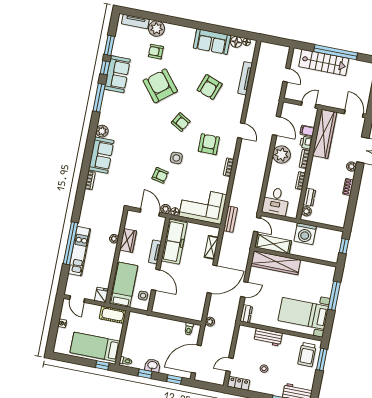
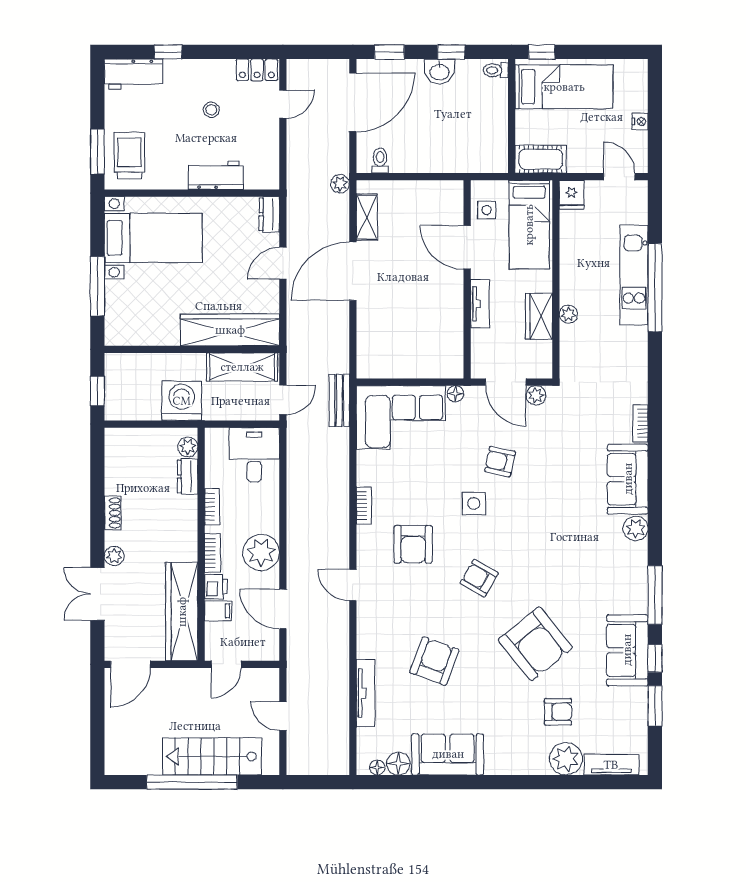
door: (354, 114) -> (130, 664), hinge flipped
plant: (166, 209) -> (536, 395), moved
door: (257, 225) -> (283, 400), swing flipped
freezer: (174, 242) -> (445, 332), removed
shelving: (211, 247) -> (367, 217), moved

